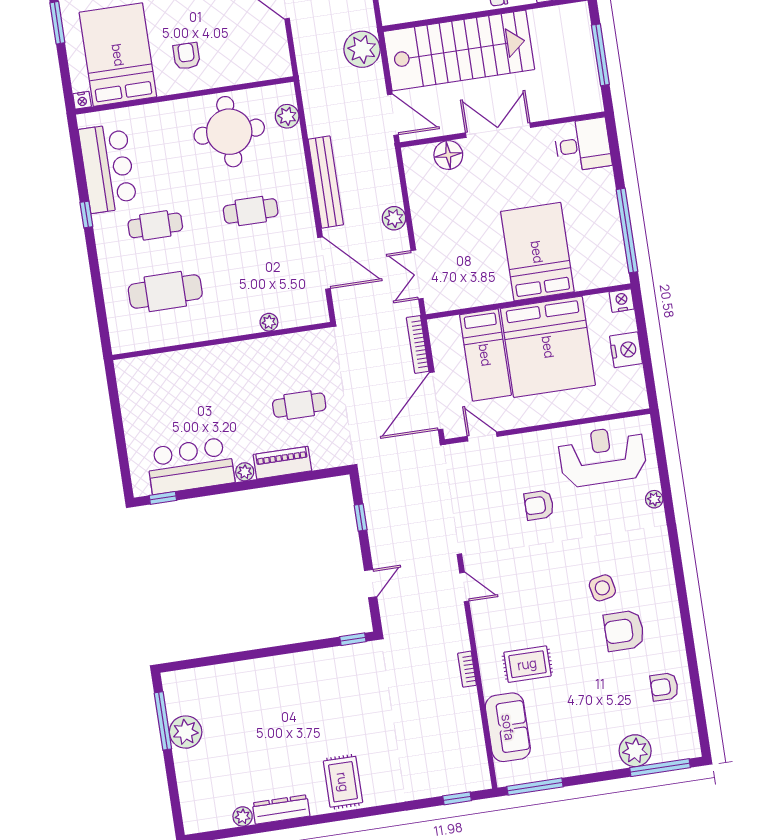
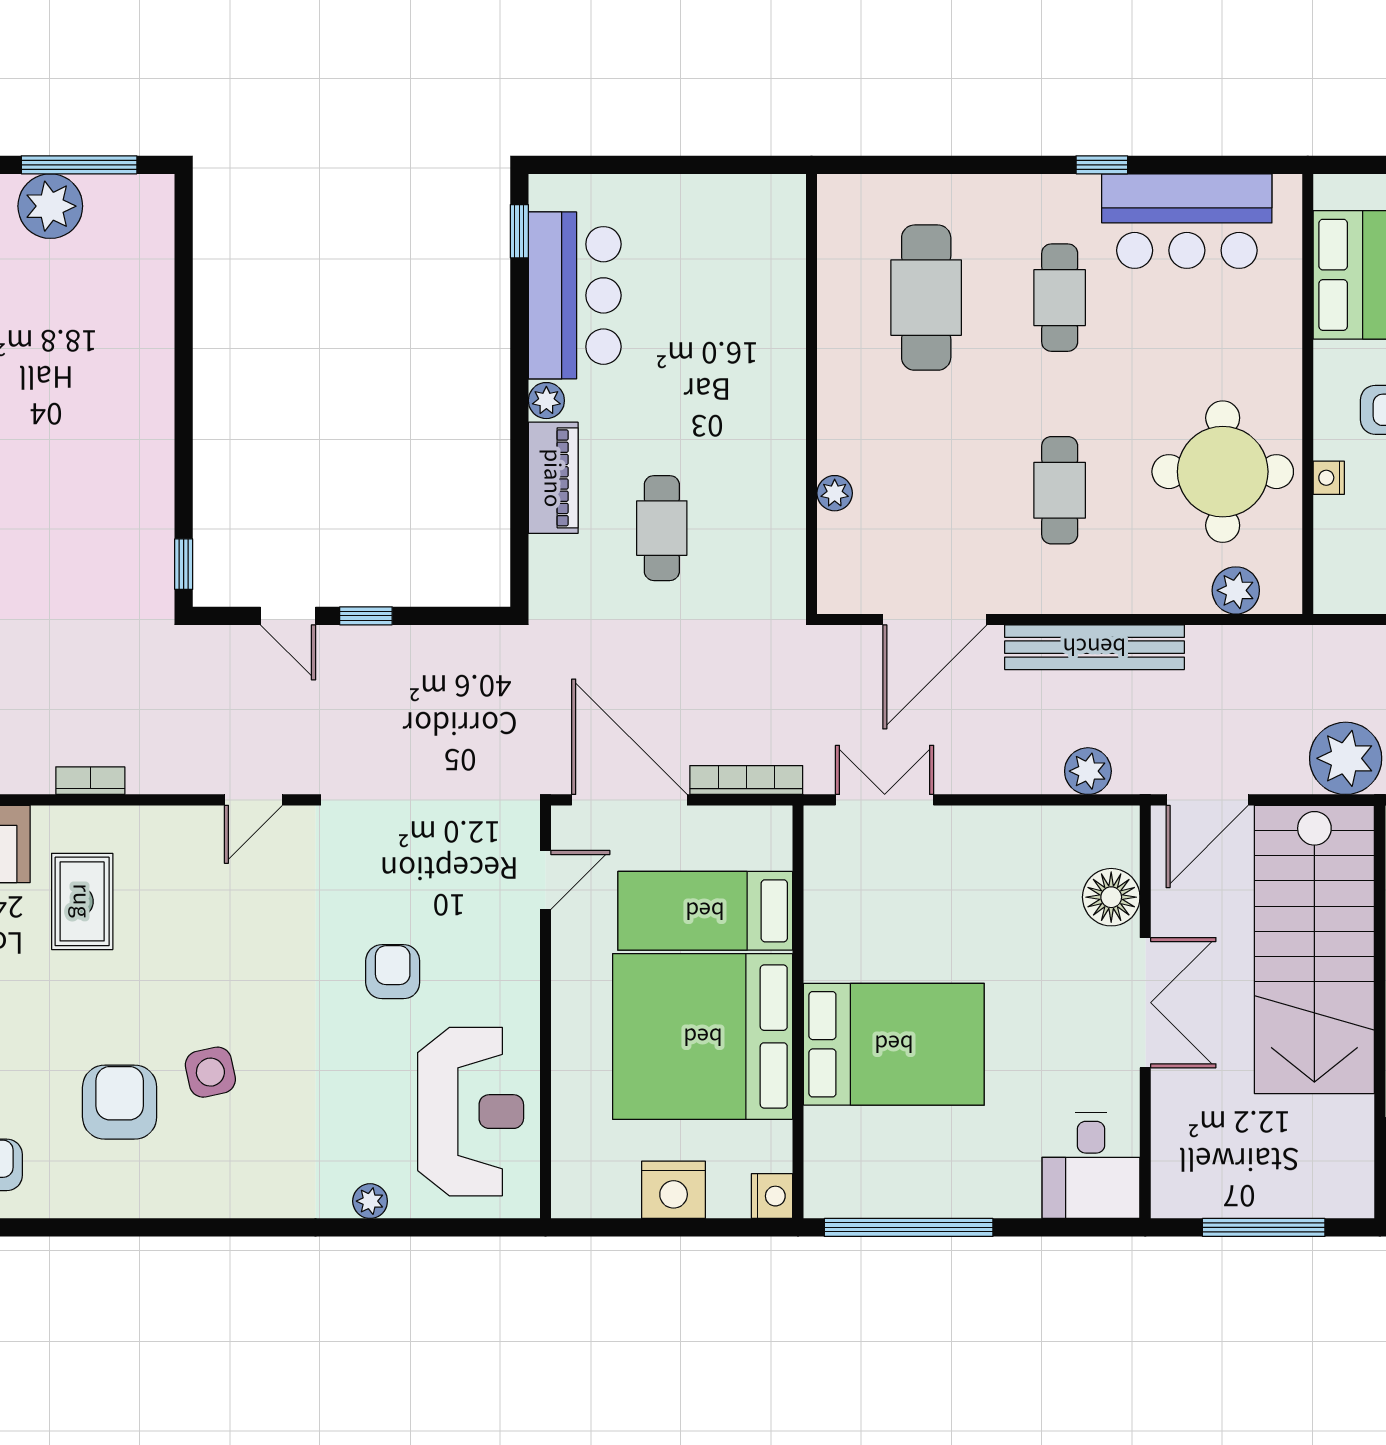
nightstand: (82, 100) -> (1329, 478), moved
plant: (394, 218) -> (1088, 771), moved
window: (361, 517) -> (366, 616), moved

